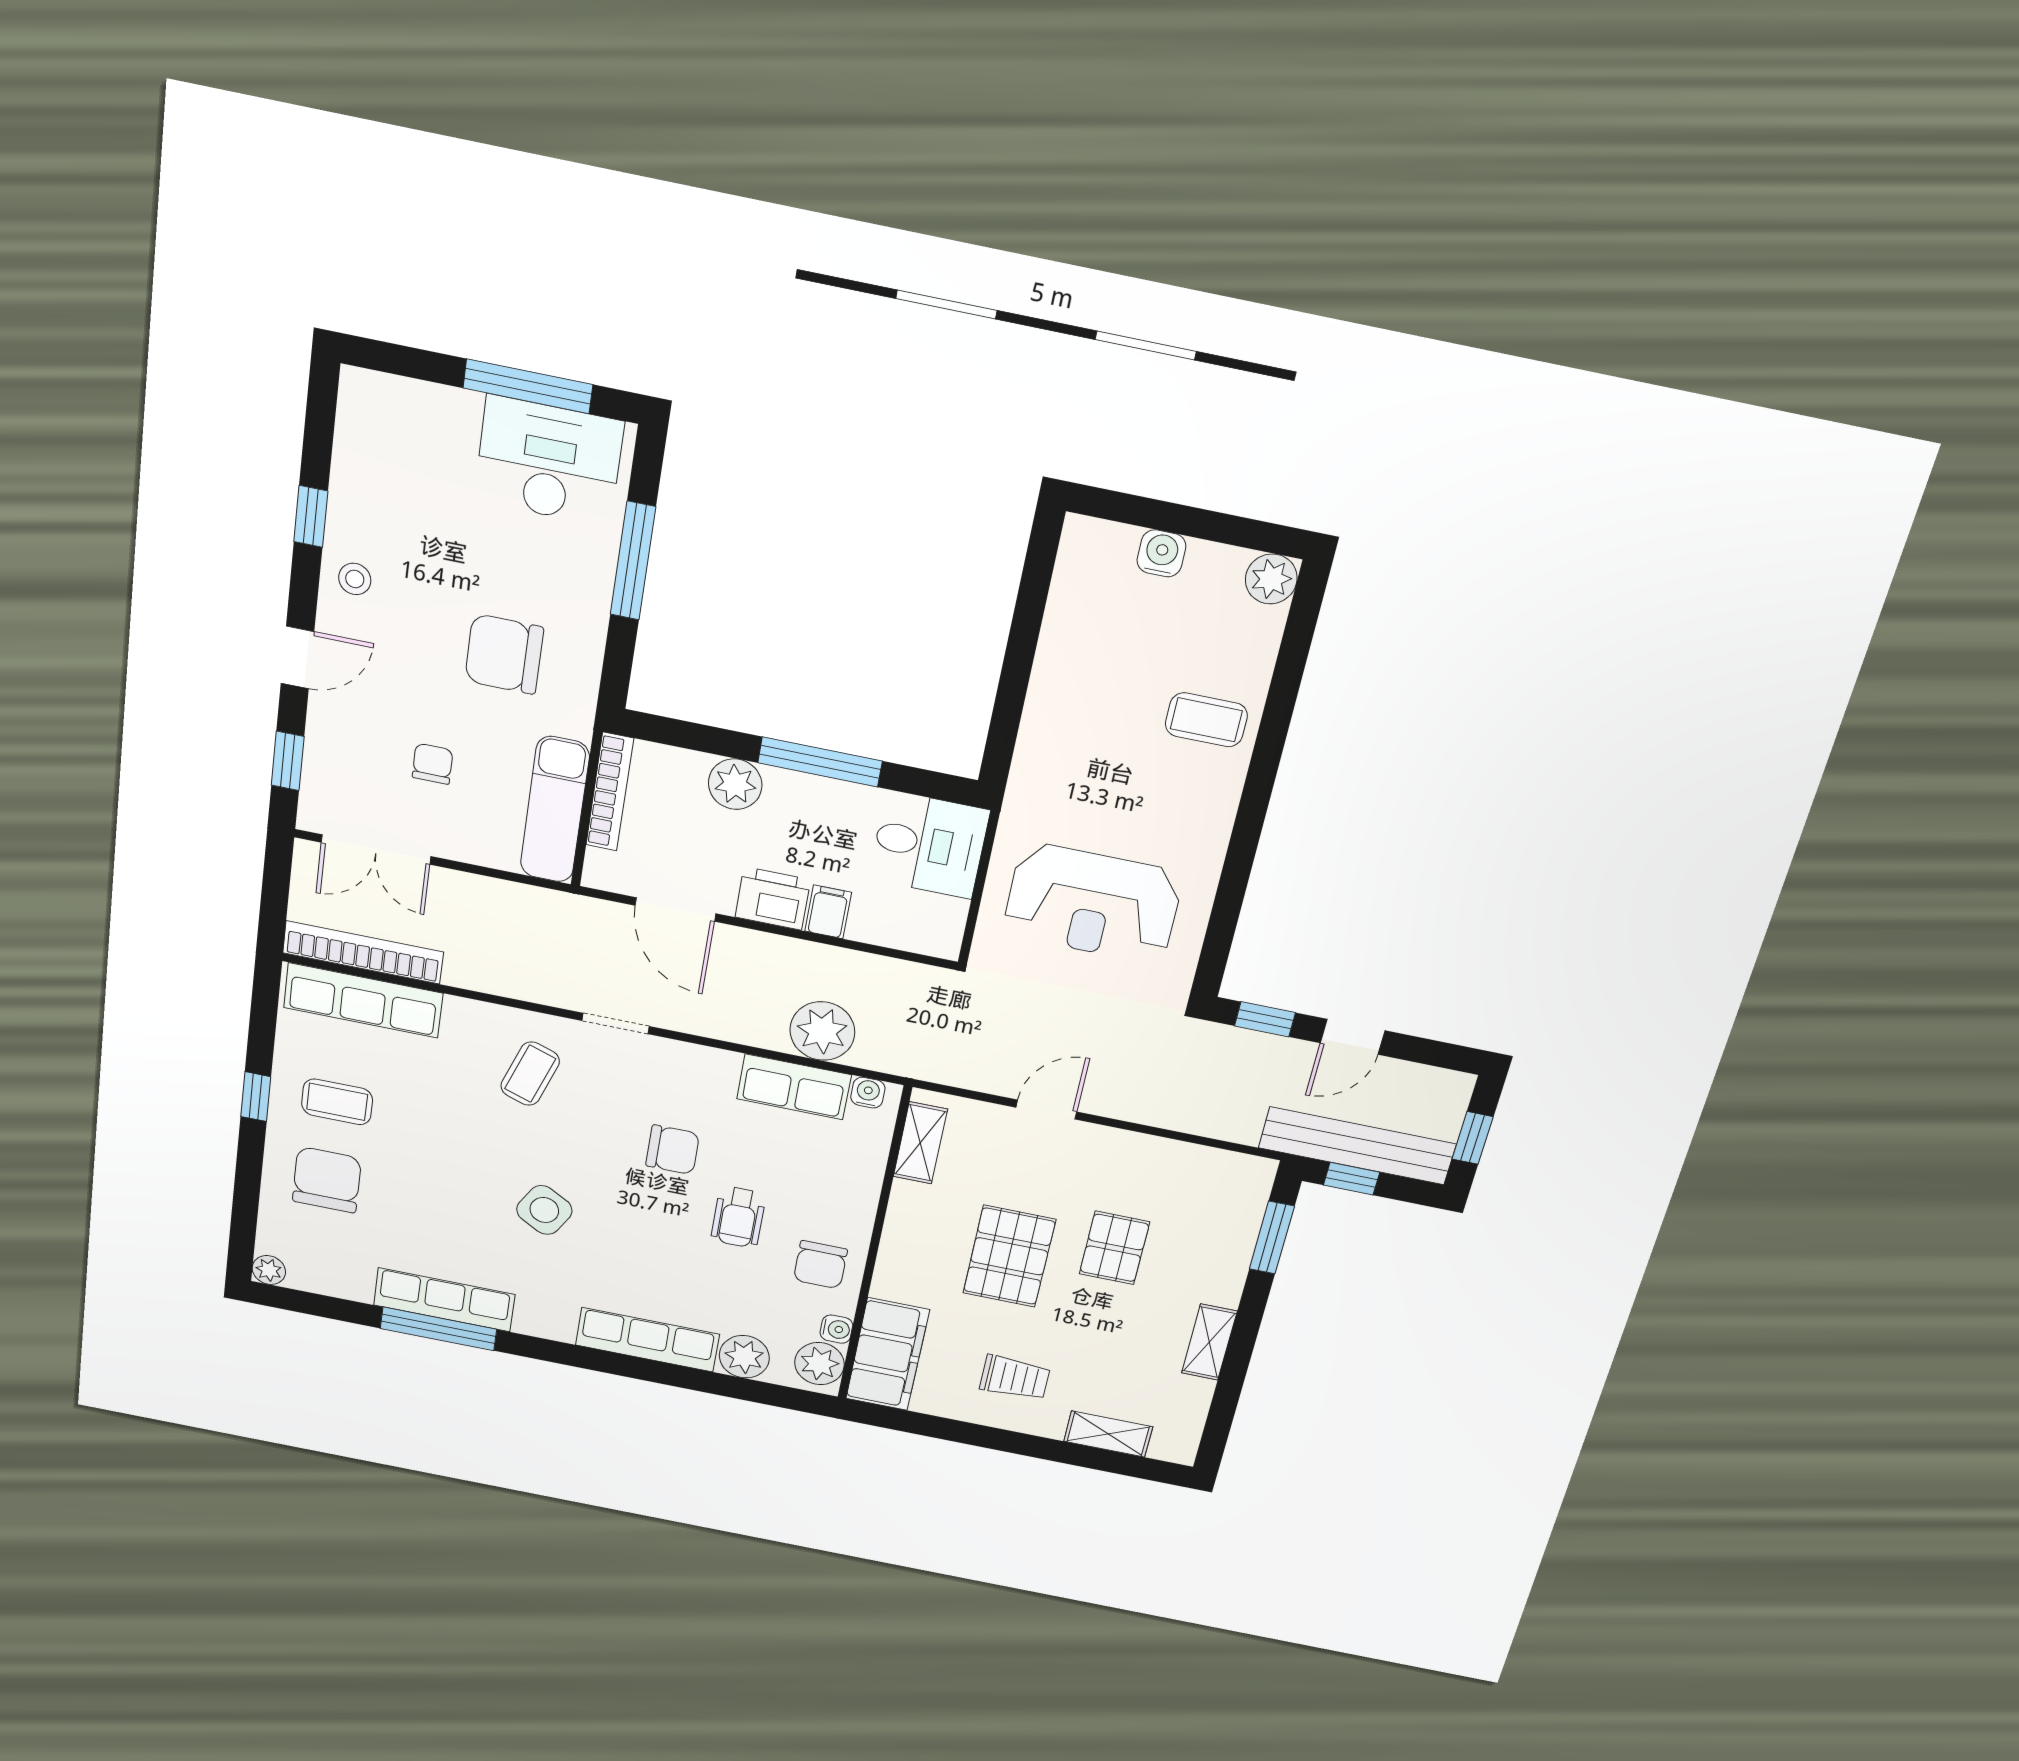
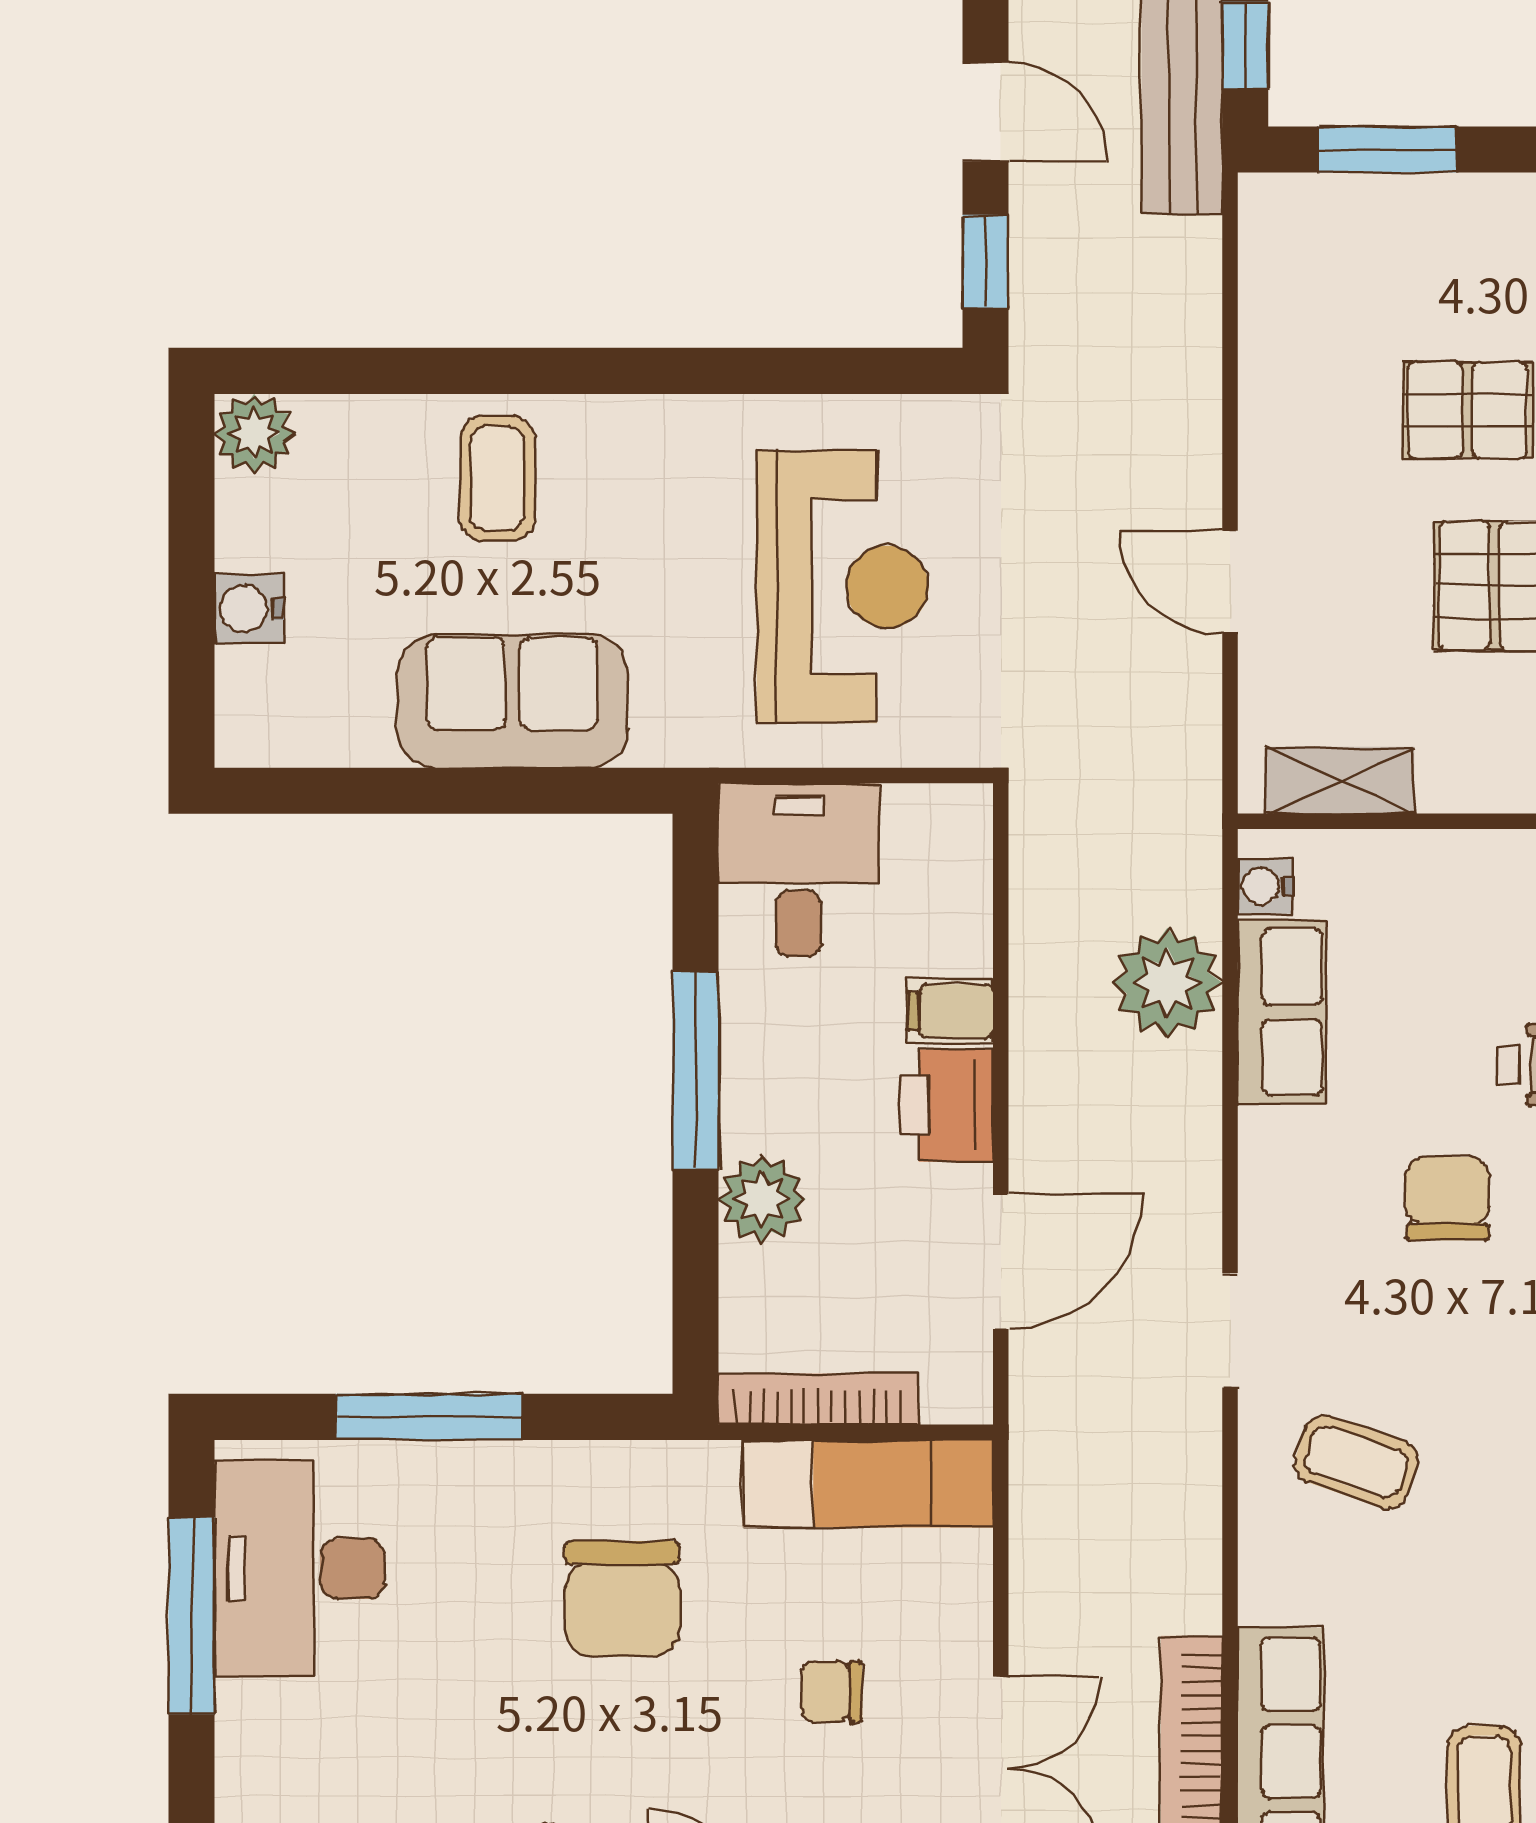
sofa: (1067, 701) -> (512, 701), added

